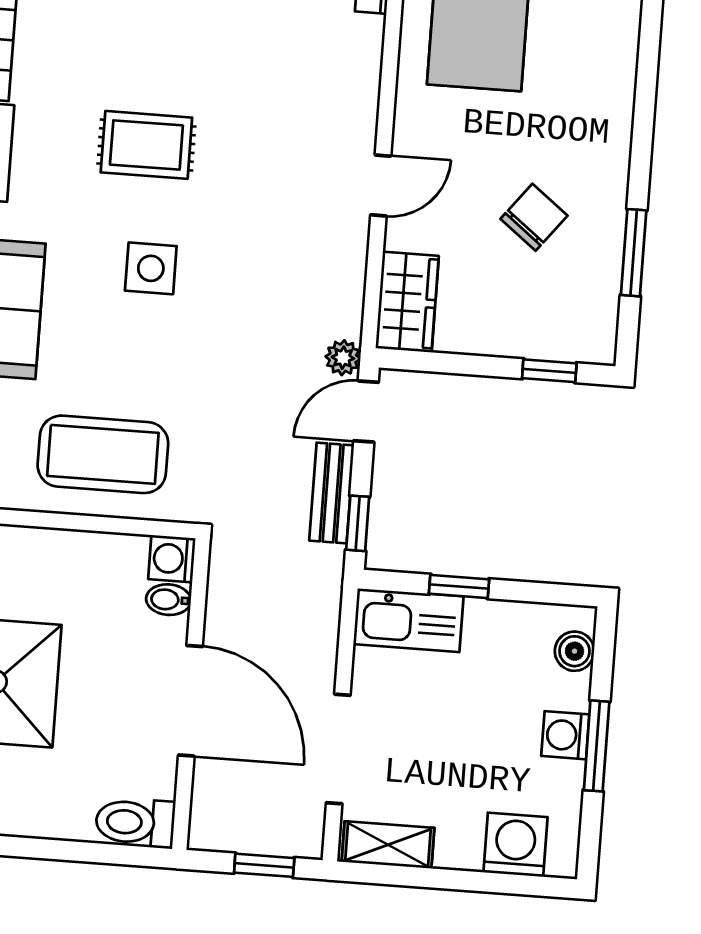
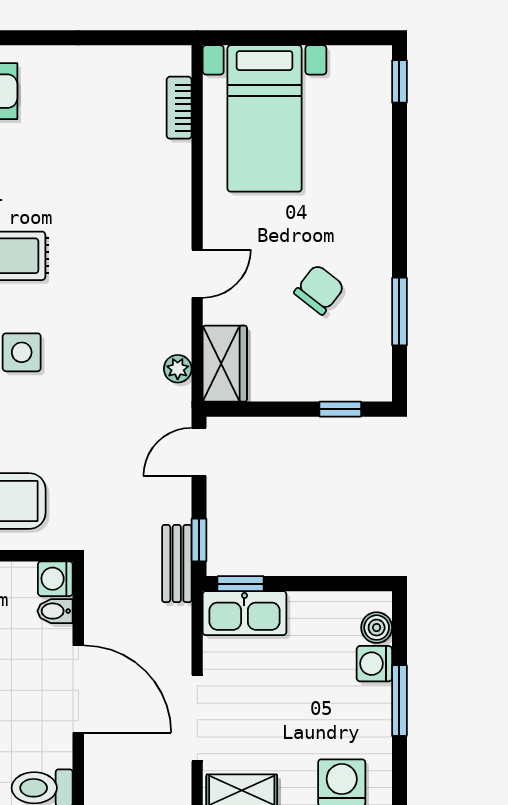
plant: (343, 358) -> (178, 369), moved
bench: (332, 493) -> (177, 564), moved
window: (459, 586) -> (241, 584), moved
washing machine: (565, 735) -> (374, 664), moved

